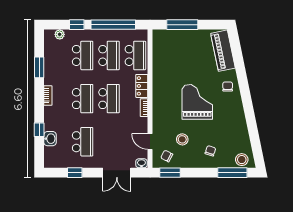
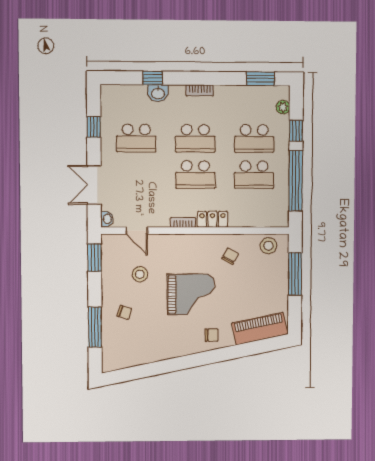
school desk: (135, 55) -> (254, 211), removed
window: (39, 67) -> (261, 79), moved
washbasin: (50, 139) -> (158, 93), moved
door: (150, 142) -> (137, 231), swing flipped
chair: (167, 156) -> (230, 256), moved
stool: (242, 160) -> (268, 246), moved
window: (232, 173) -> (95, 327), moved

